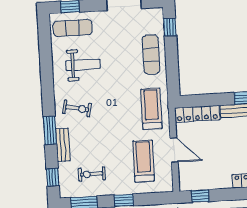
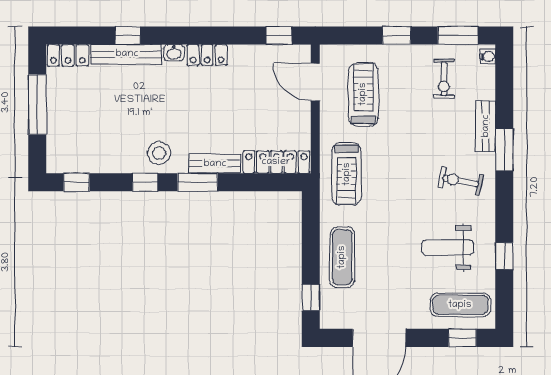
door: (174, 150) -> (315, 82), moved
treadmill: (143, 161) -> (363, 94), turned 180
exercise bike: (92, 174) -> (444, 79), turned 90
window: (53, 177) -> (504, 256), moved
water cooler: (64, 190) -> (488, 56), added

